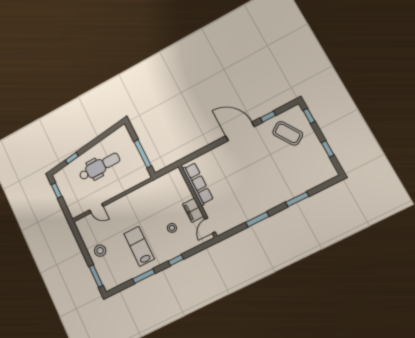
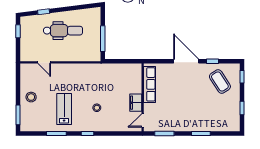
row of seats: (198, 184) -> (149, 84), moved
wall: (198, 201) -> (143, 97), moved
filing cabinet: (193, 210) -> (136, 103), moved
door: (210, 226) -> (143, 120), moved

